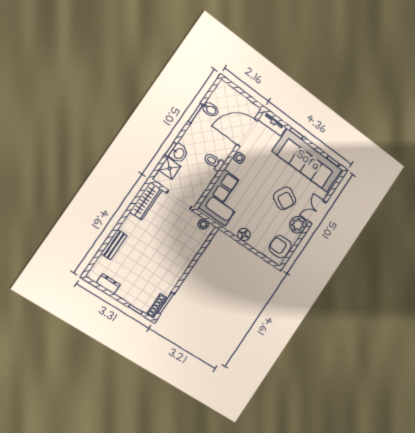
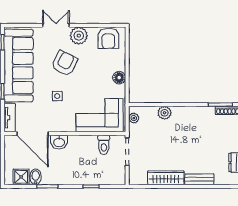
washbasin: (179, 153) -> (59, 142), moved, turned 180
side table: (239, 158) -> (57, 96), moved
toilet: (214, 162) -> (104, 145), moved
shower: (170, 168) -> (21, 177), moved
wardrobe: (146, 201) -> (166, 178), moved
double door: (318, 212) -> (56, 25), swing flipped
plant: (191, 252) -> (165, 113), added

